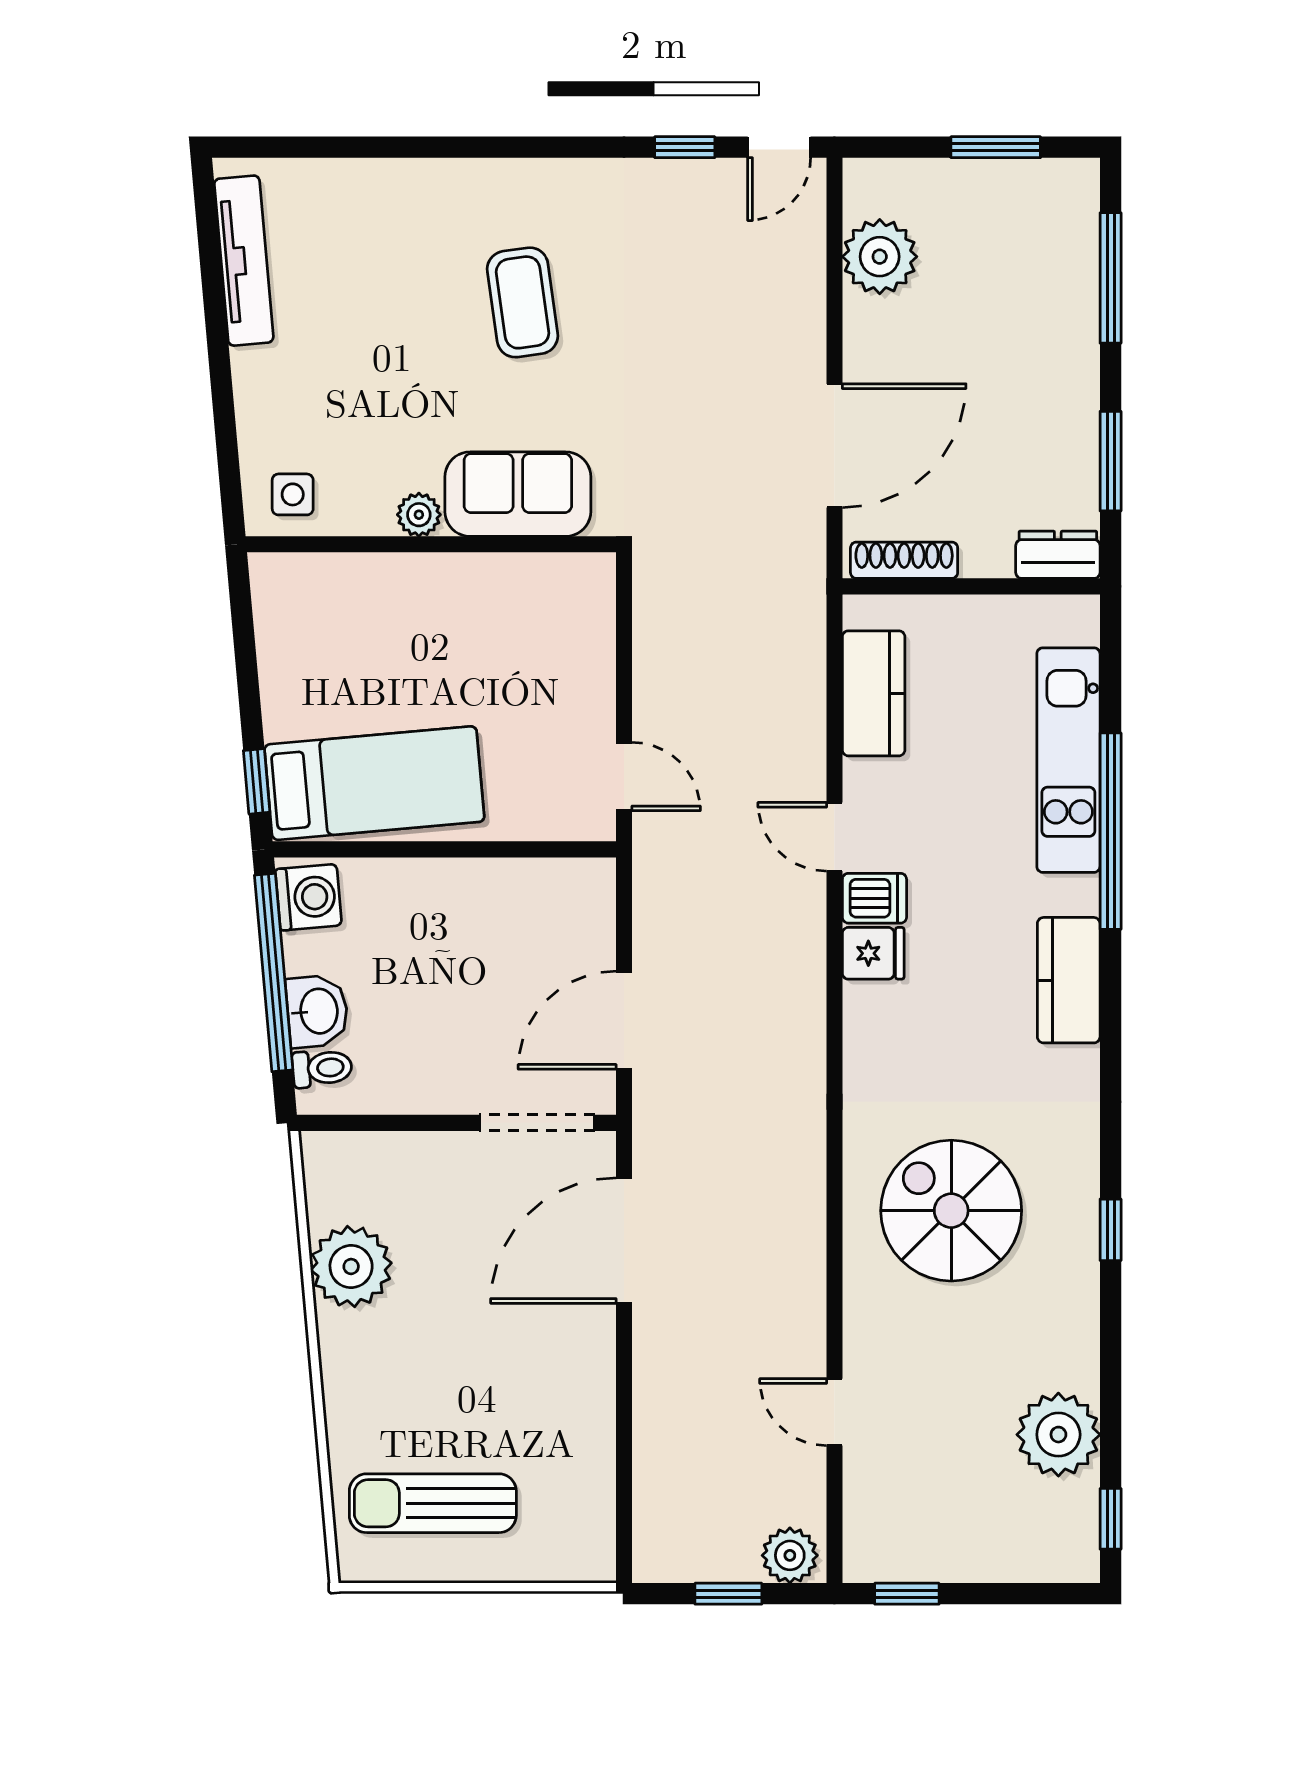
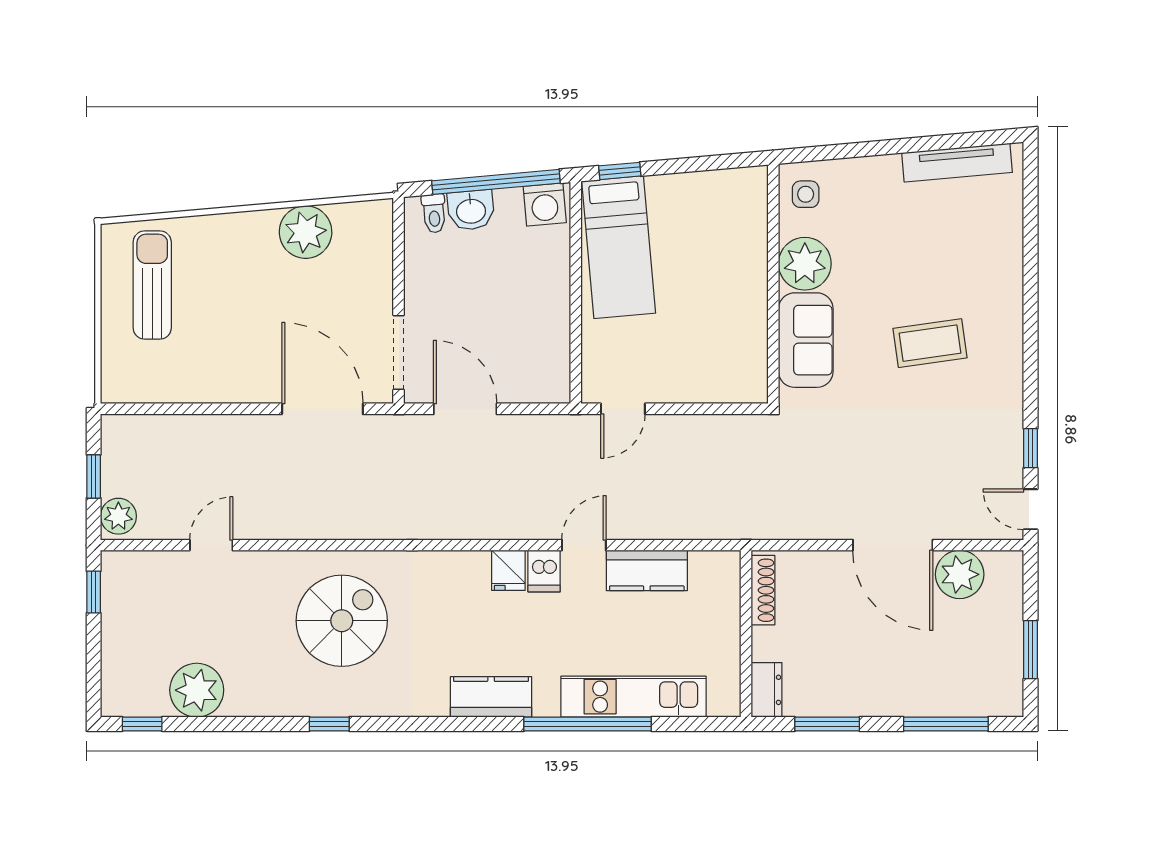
door: (834, 446) -> (893, 545), moved
plant: (419, 515) -> (805, 264), width x1.88, depth x1.88
kitchen counter: (874, 693) -> (647, 570), moved

